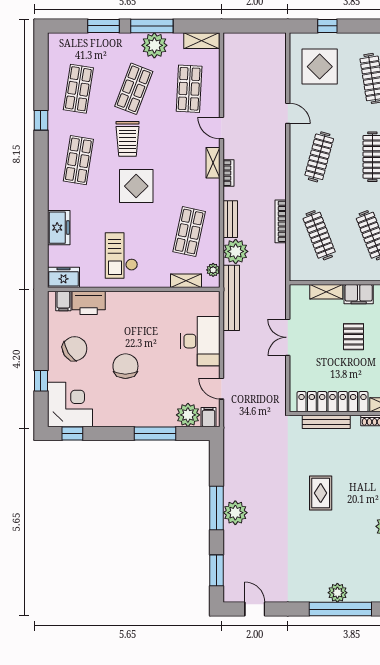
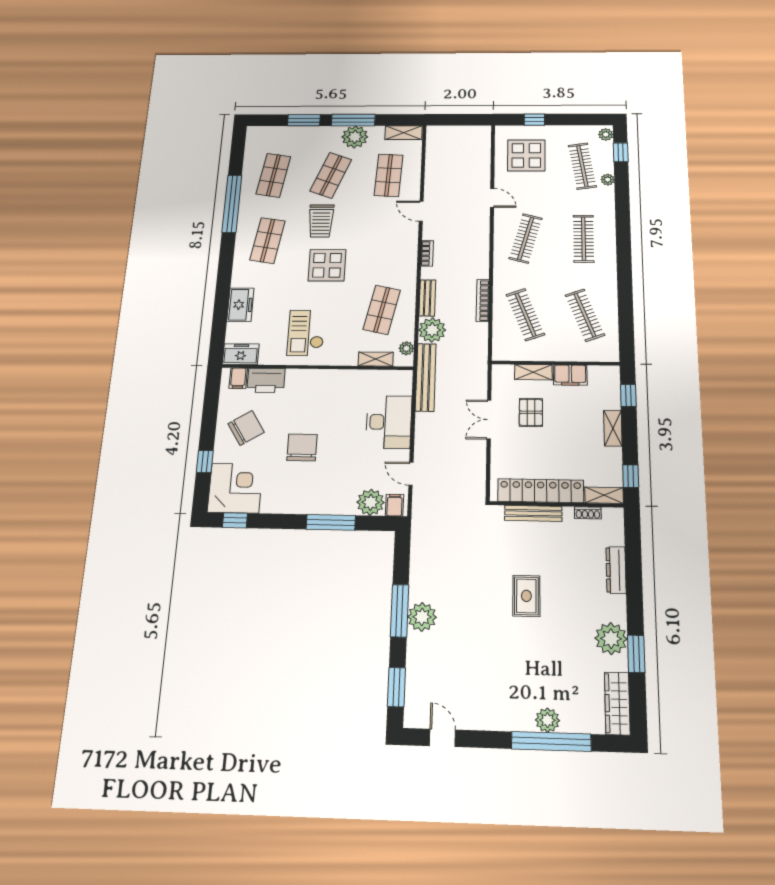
window: (41, 120) -> (232, 204), width x3.17
shelving: (213, 163) -> (411, 243), removed
pallet: (353, 337) -> (531, 412), moved

